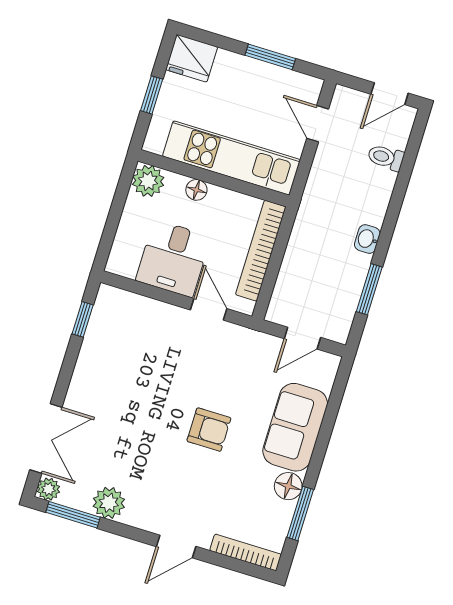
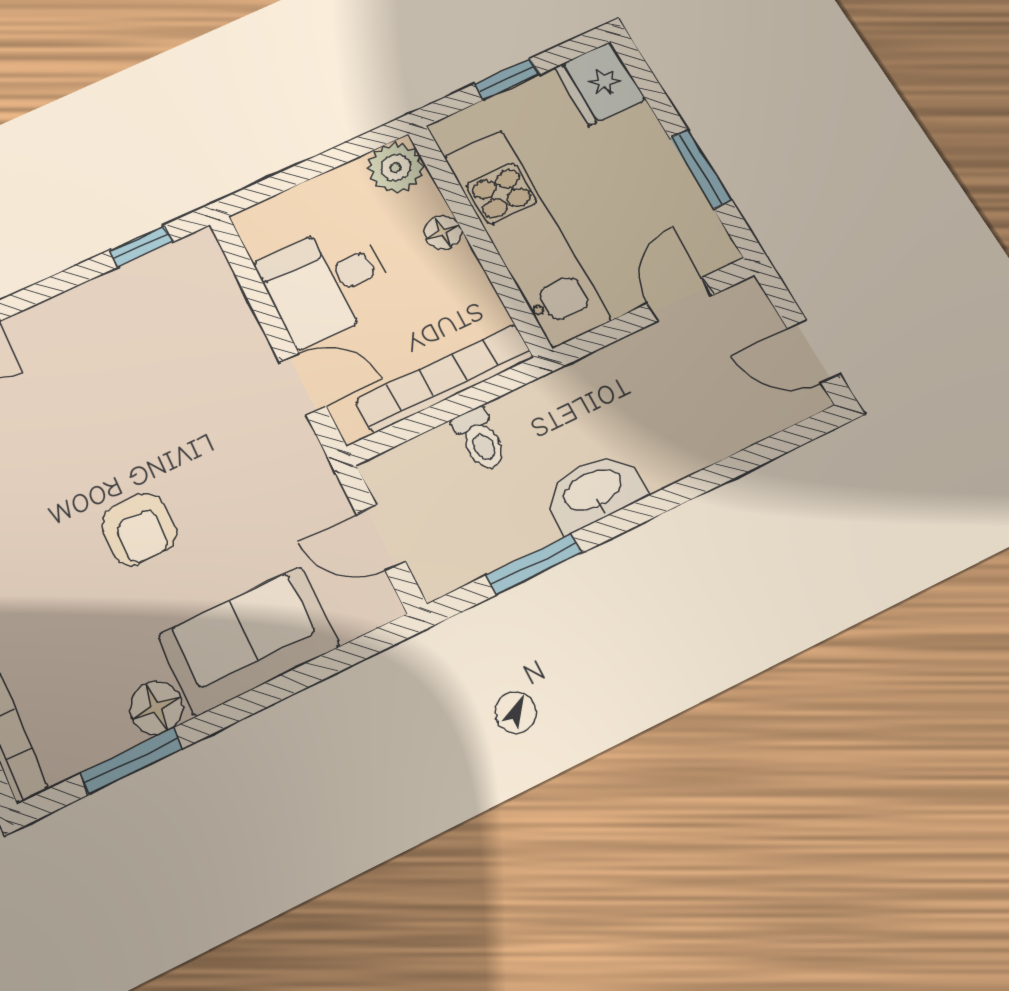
toilet: (386, 157) -> (480, 439), moved, turned 180
washbasin: (367, 239) -> (594, 491), width x1.91, depth x1.45
door: (209, 309) -> (303, 384), hinge flipped

